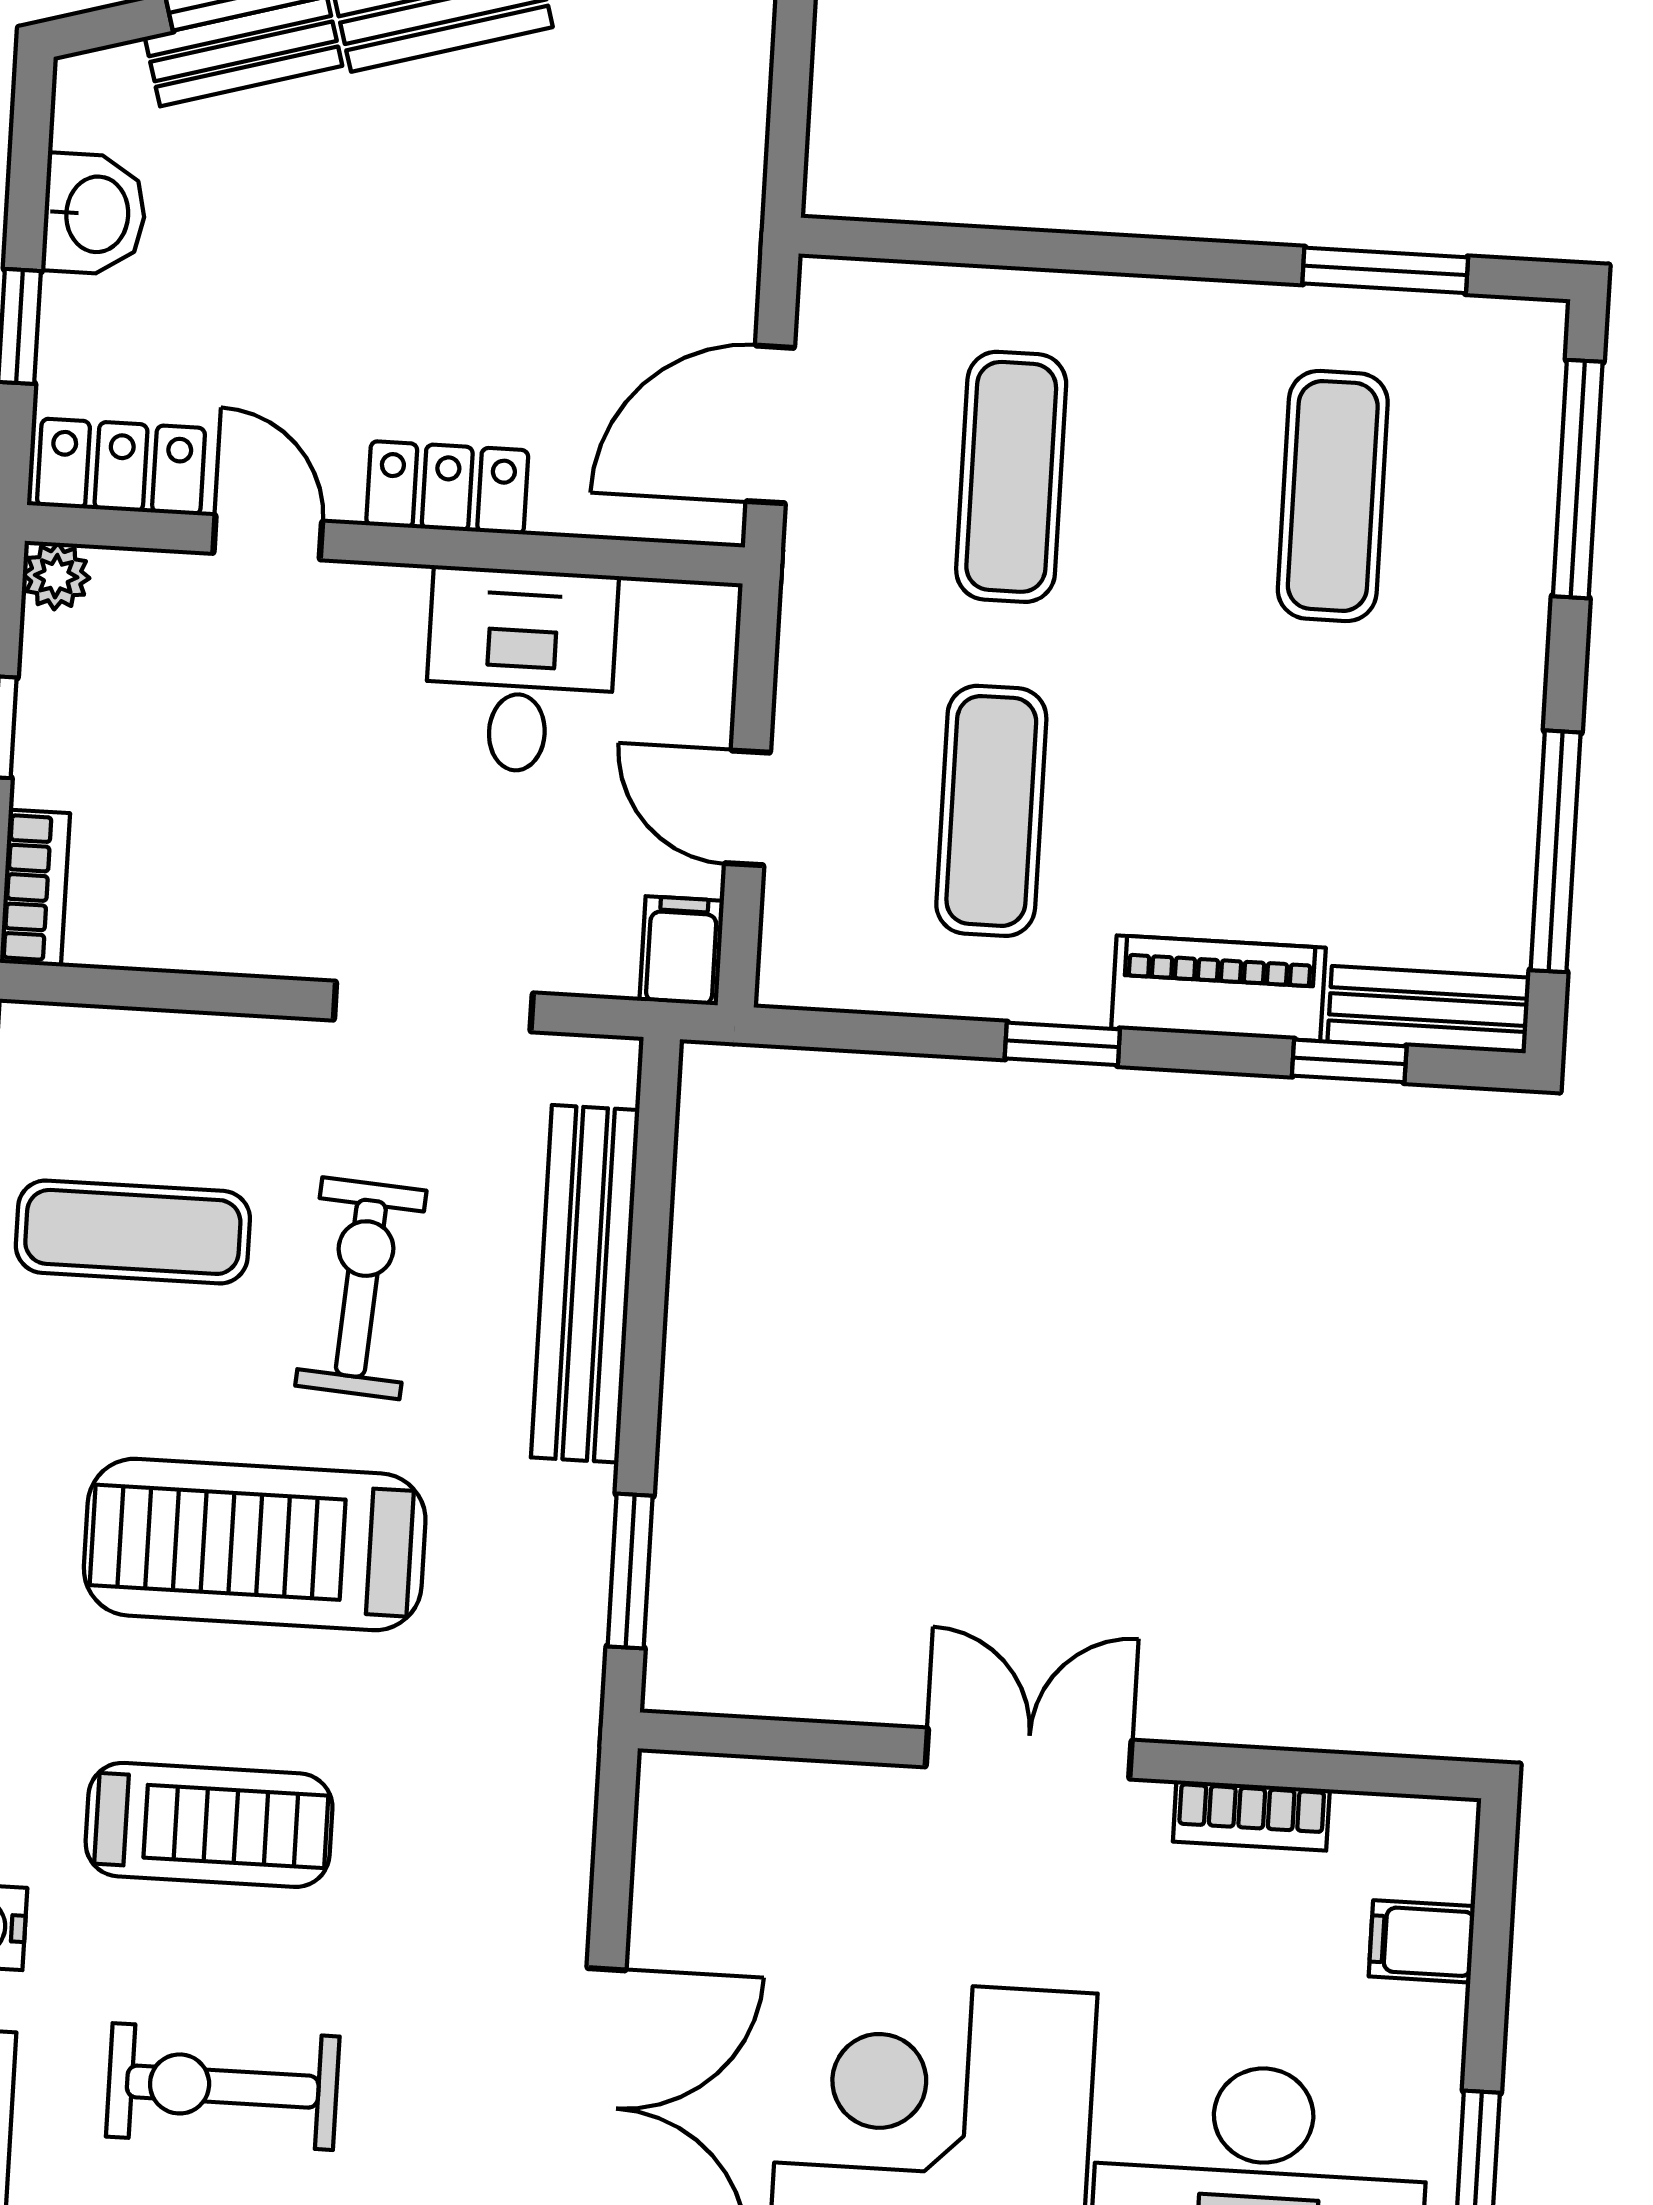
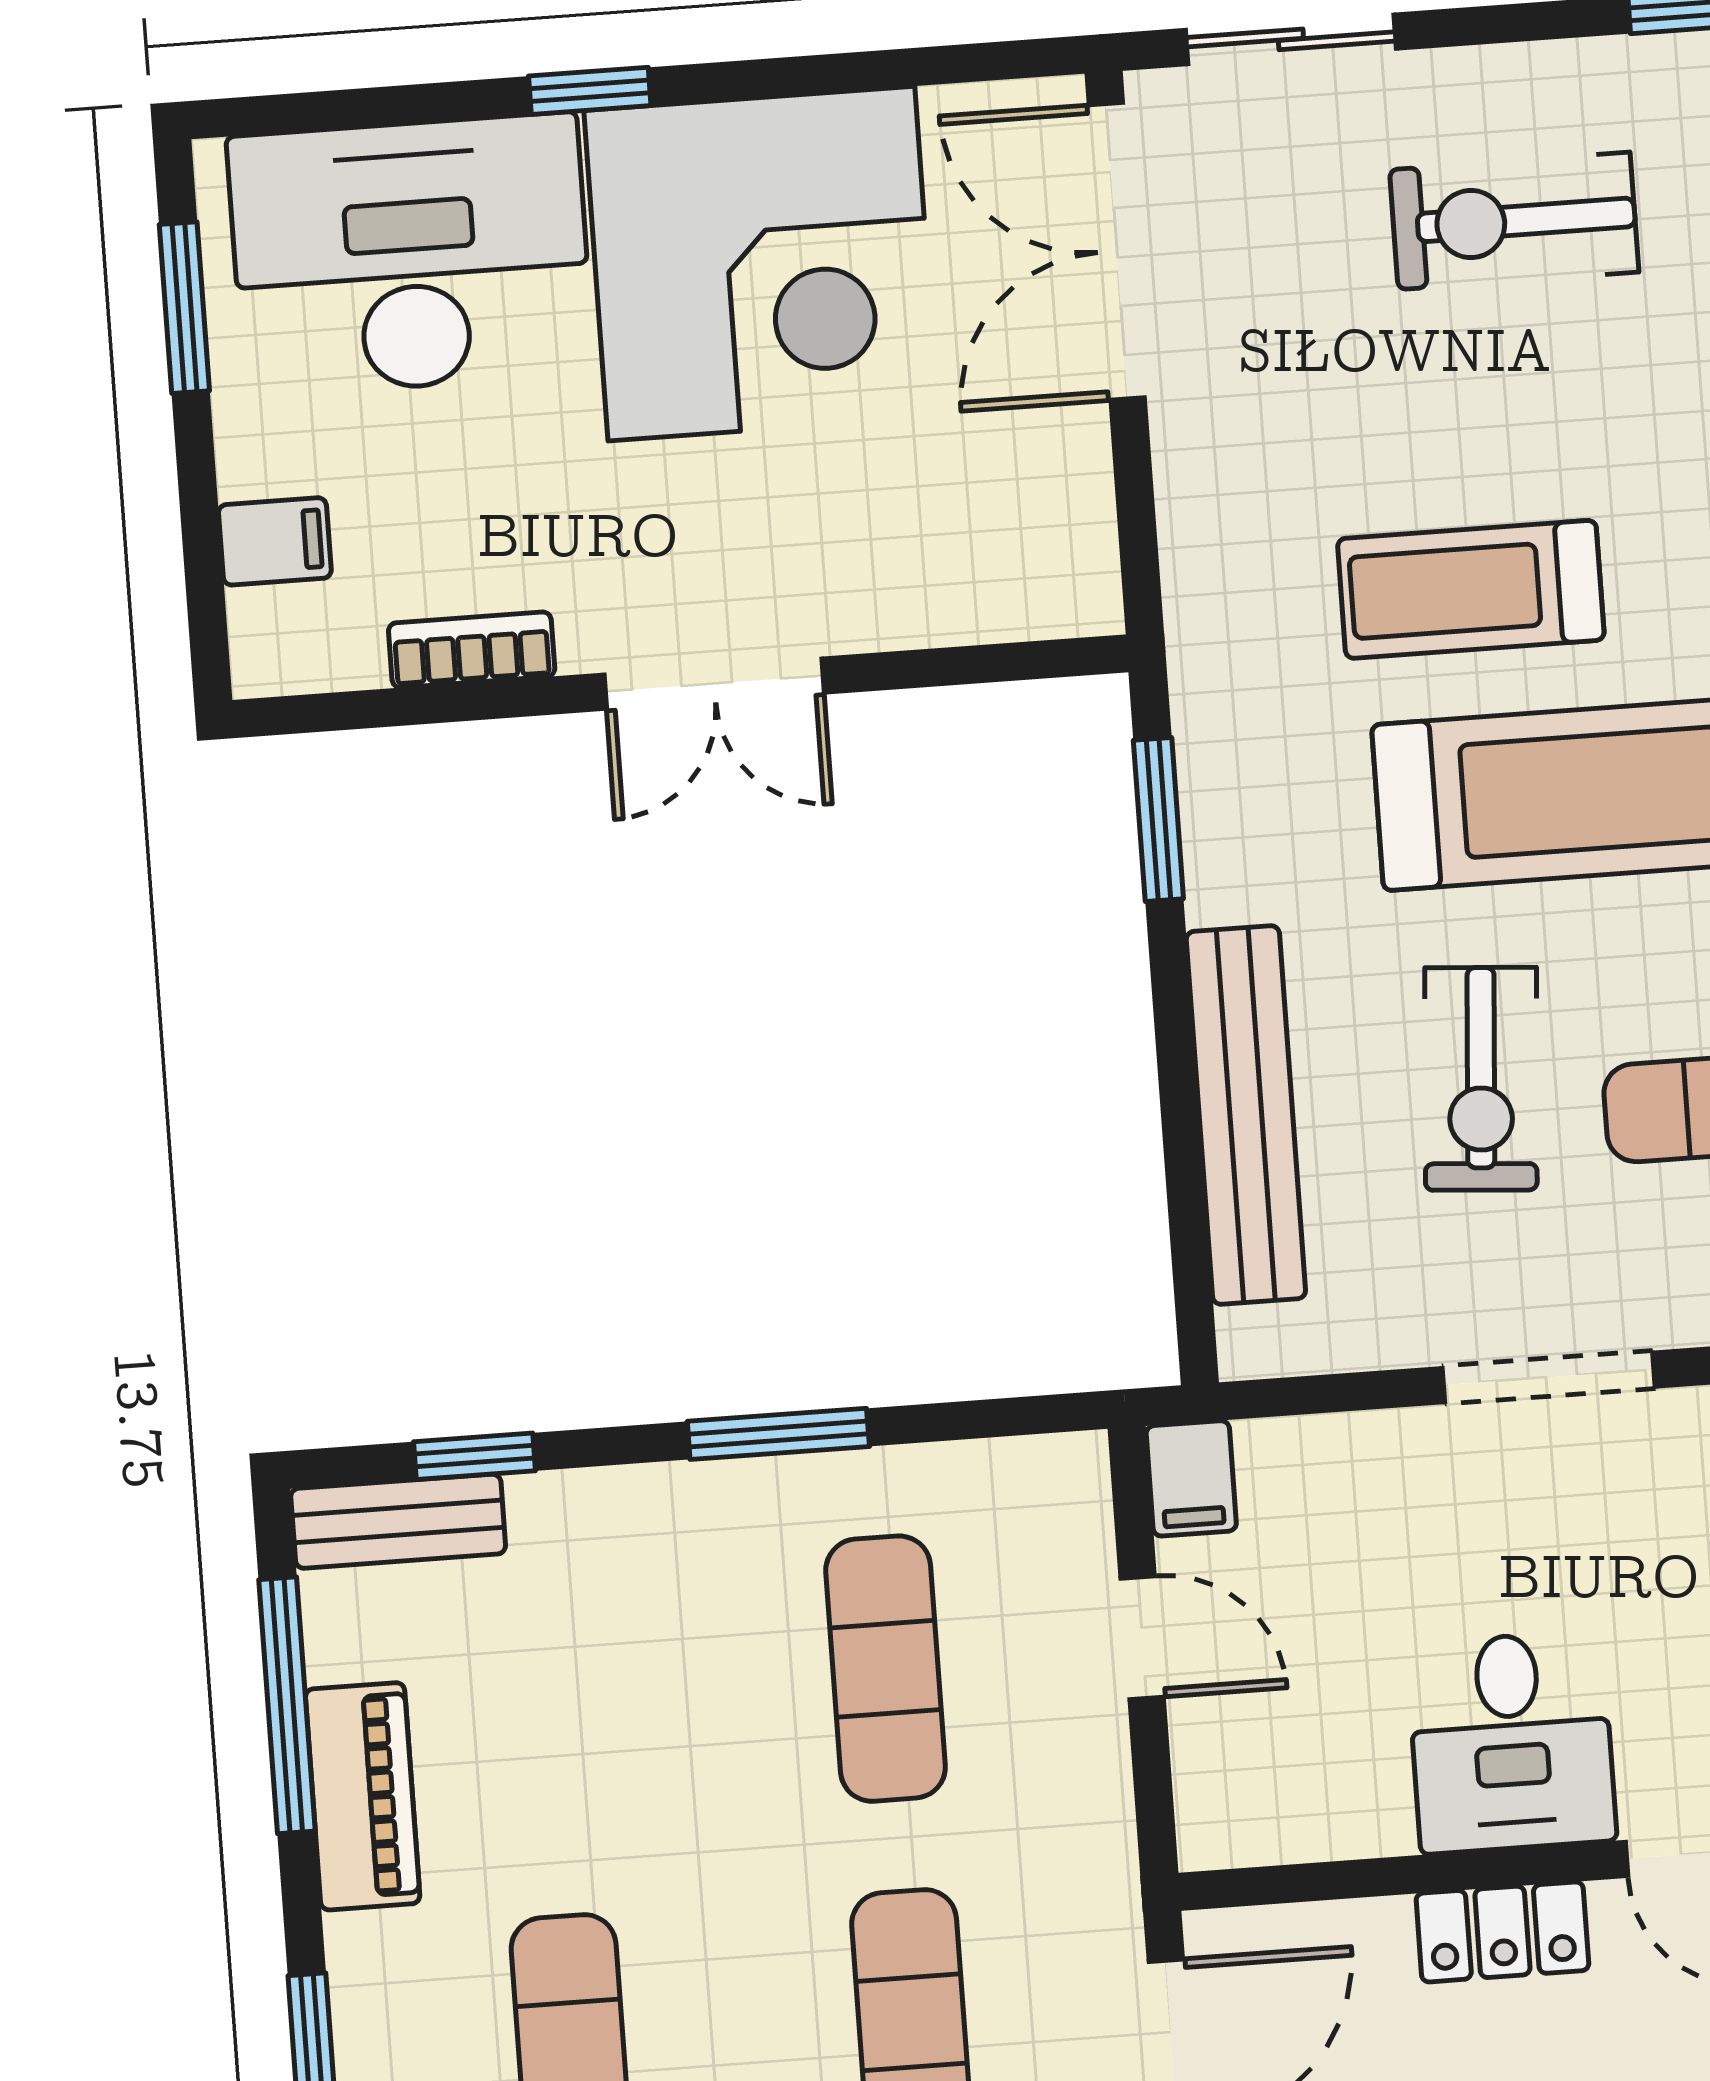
desk: (520, 671) -> (1511, 1742), moved
piano: (1218, 988) -> (363, 1796), moved, turned -90
doorway: (433, 1006) -> (1549, 1377), moved
window: (1062, 1044) -> (778, 1434), width x1.50
treadmill: (209, 1825) -> (1471, 589), moved
exercise bike: (223, 2087) -> (1514, 221), turned 180

